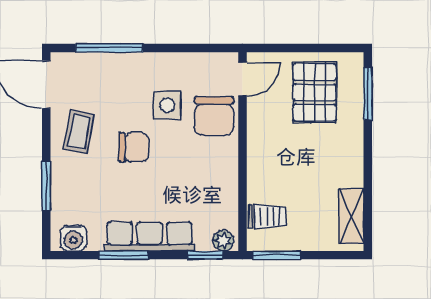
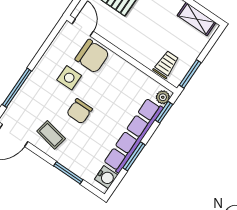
chair: (134, 147) -> (79, 111), turned 180
row of seats: (150, 237) -> (133, 135), width x1.36

